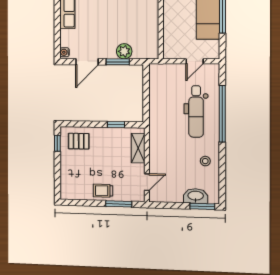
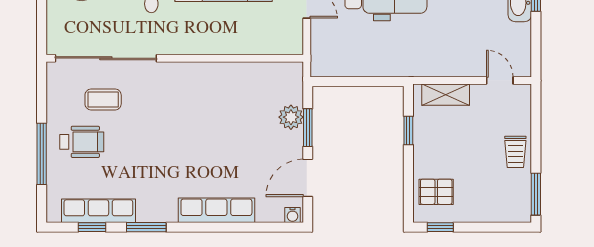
door: (87, 62) -> (308, 178), swing flipped
pallet: (79, 141) -> (436, 192), turned 90
window: (119, 204) -> (536, 194), moved

